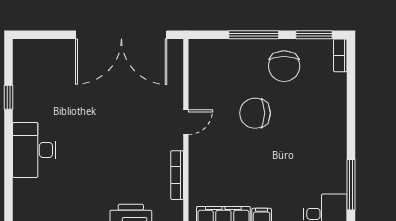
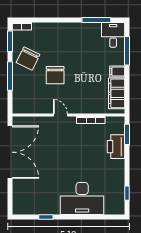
chair: (284, 66) -> (28, 59), turned 116
desk: (34, 150) -> (82, 198), width x1.36, depth x1.30

